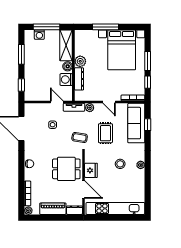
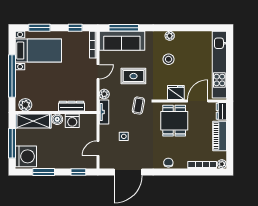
window: (106, 27) -> (12, 76), width x1.46
washing machine: (39, 35) -> (26, 156), width x1.89, depth x1.89
bed with nightstands: (122, 50) -> (38, 51), width x0.73
plant: (80, 61) -> (25, 105), moved
window: (148, 61) -> (39, 28), moved
door: (57, 102) -> (98, 148), moved
window: (148, 125) -> (124, 28), width x2.17

